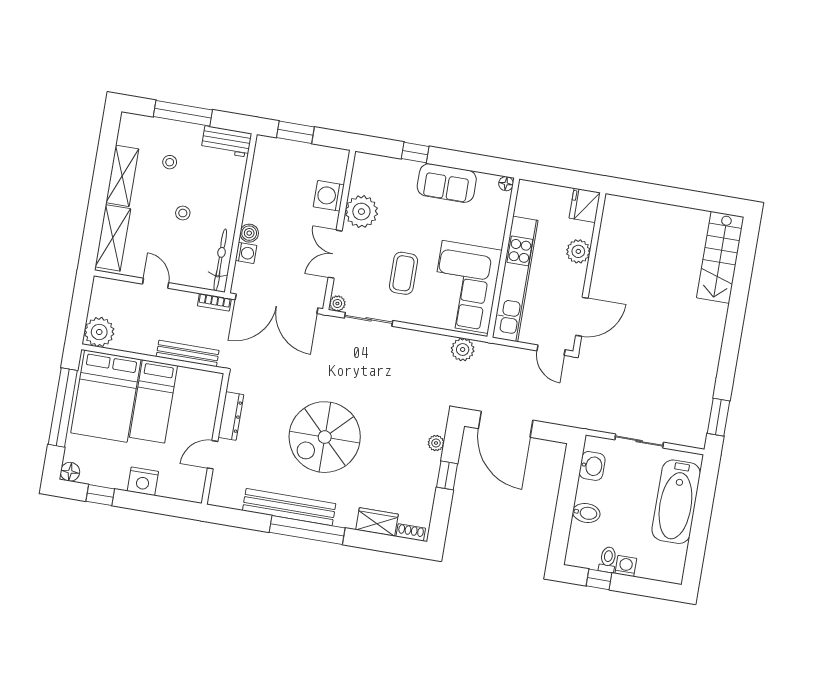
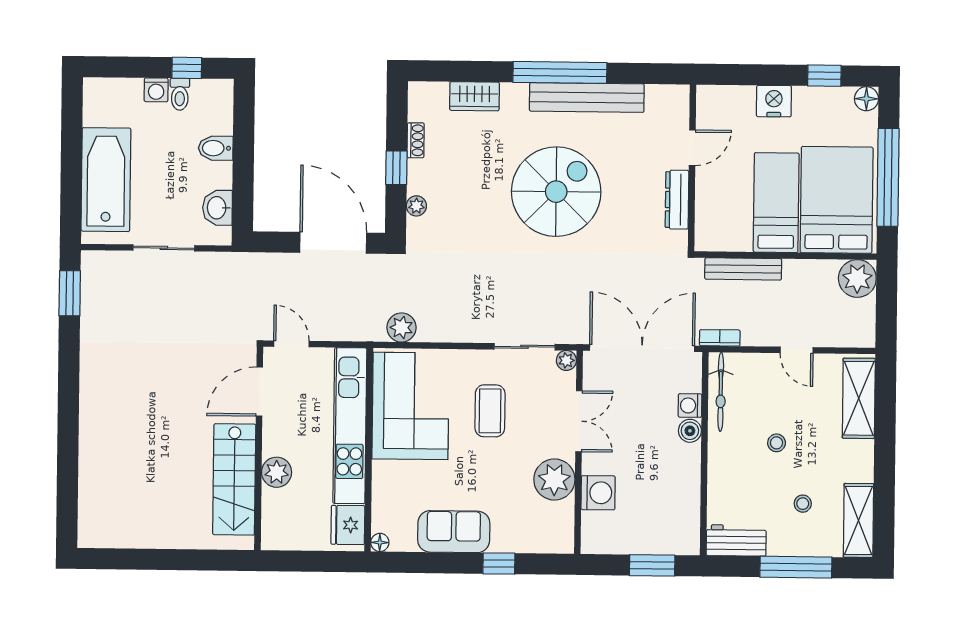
shelving: (122, 176) -> (859, 520), moved
fridge: (585, 205) -> (348, 525), moved, turned 180
stairs: (720, 257) -> (234, 479), moved, turned 180
shoe rack: (411, 532) -> (416, 140), moved, turned -90

